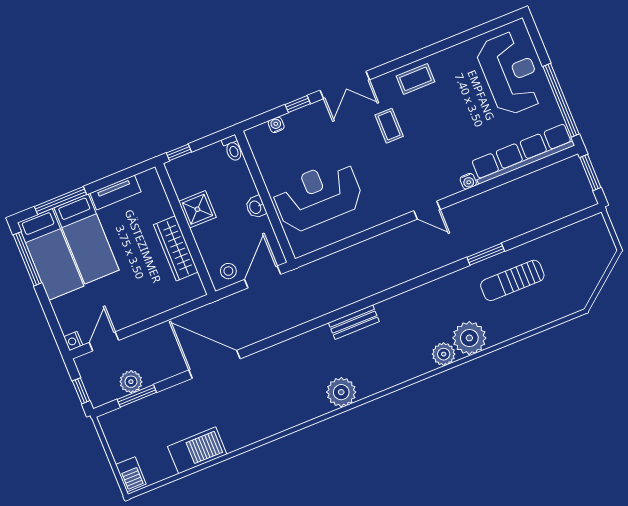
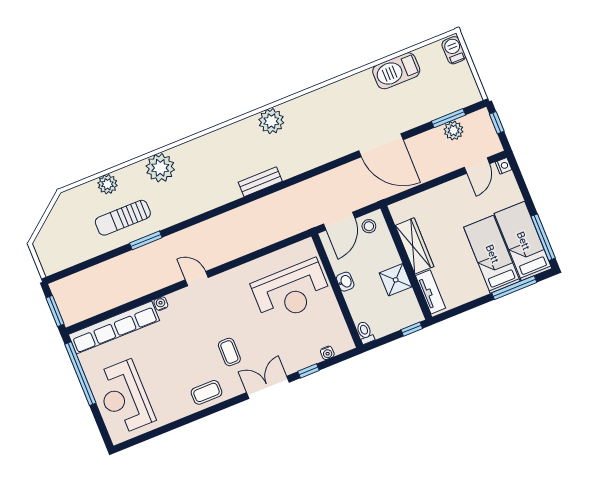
tv unit: (115, 193) -> (431, 292), moved, turned 90
sun lounger: (512, 280) -> (123, 218), turned 180
plant: (444, 354) -> (107, 184), moved

